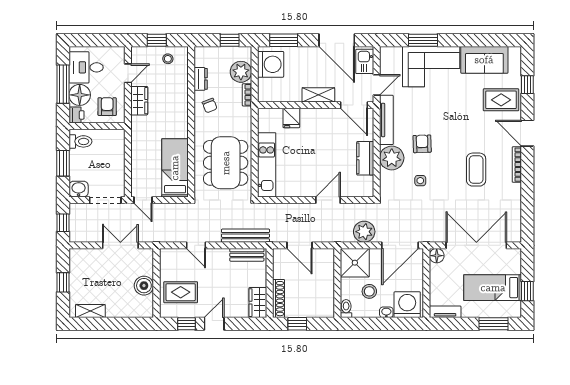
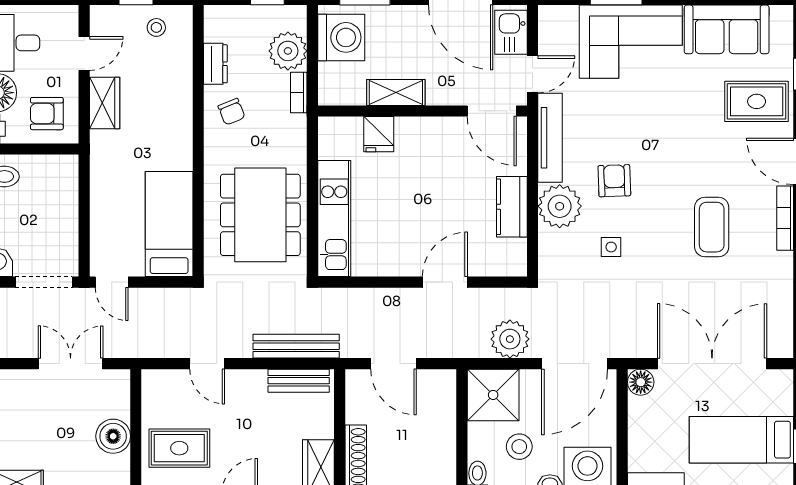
shelving: (318, 95) -> (396, 92), moved
armchair: (107, 107) -> (47, 114), turned -90

